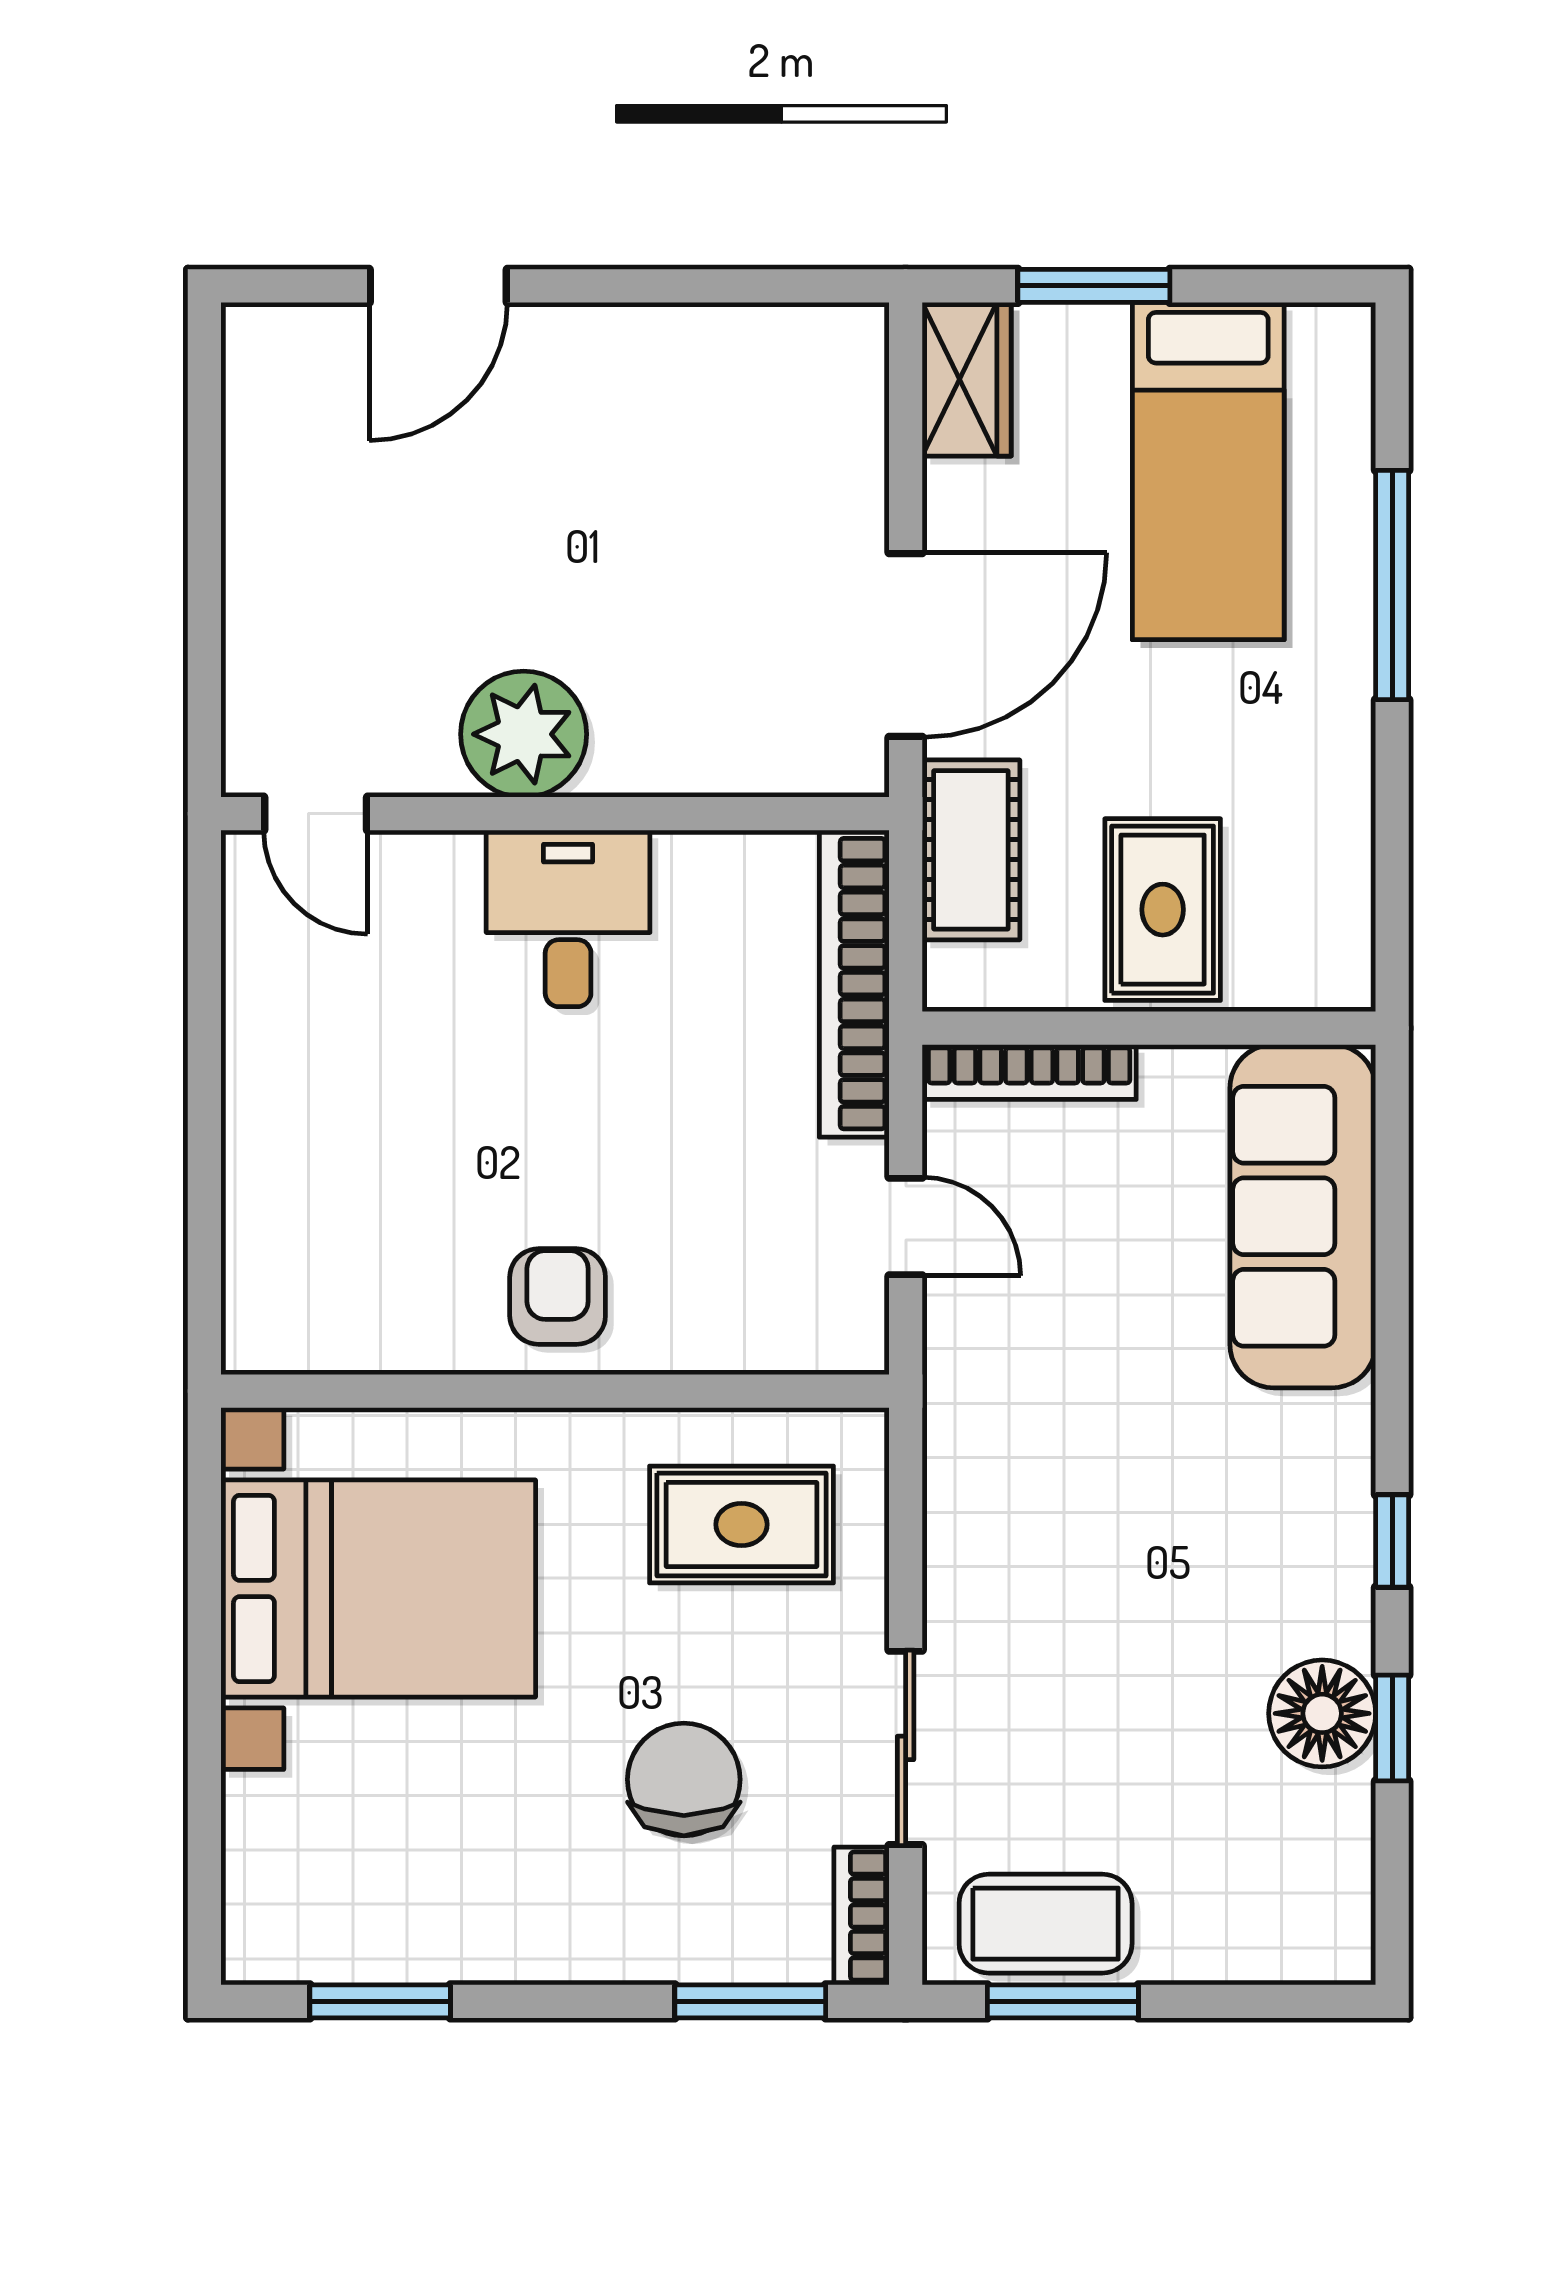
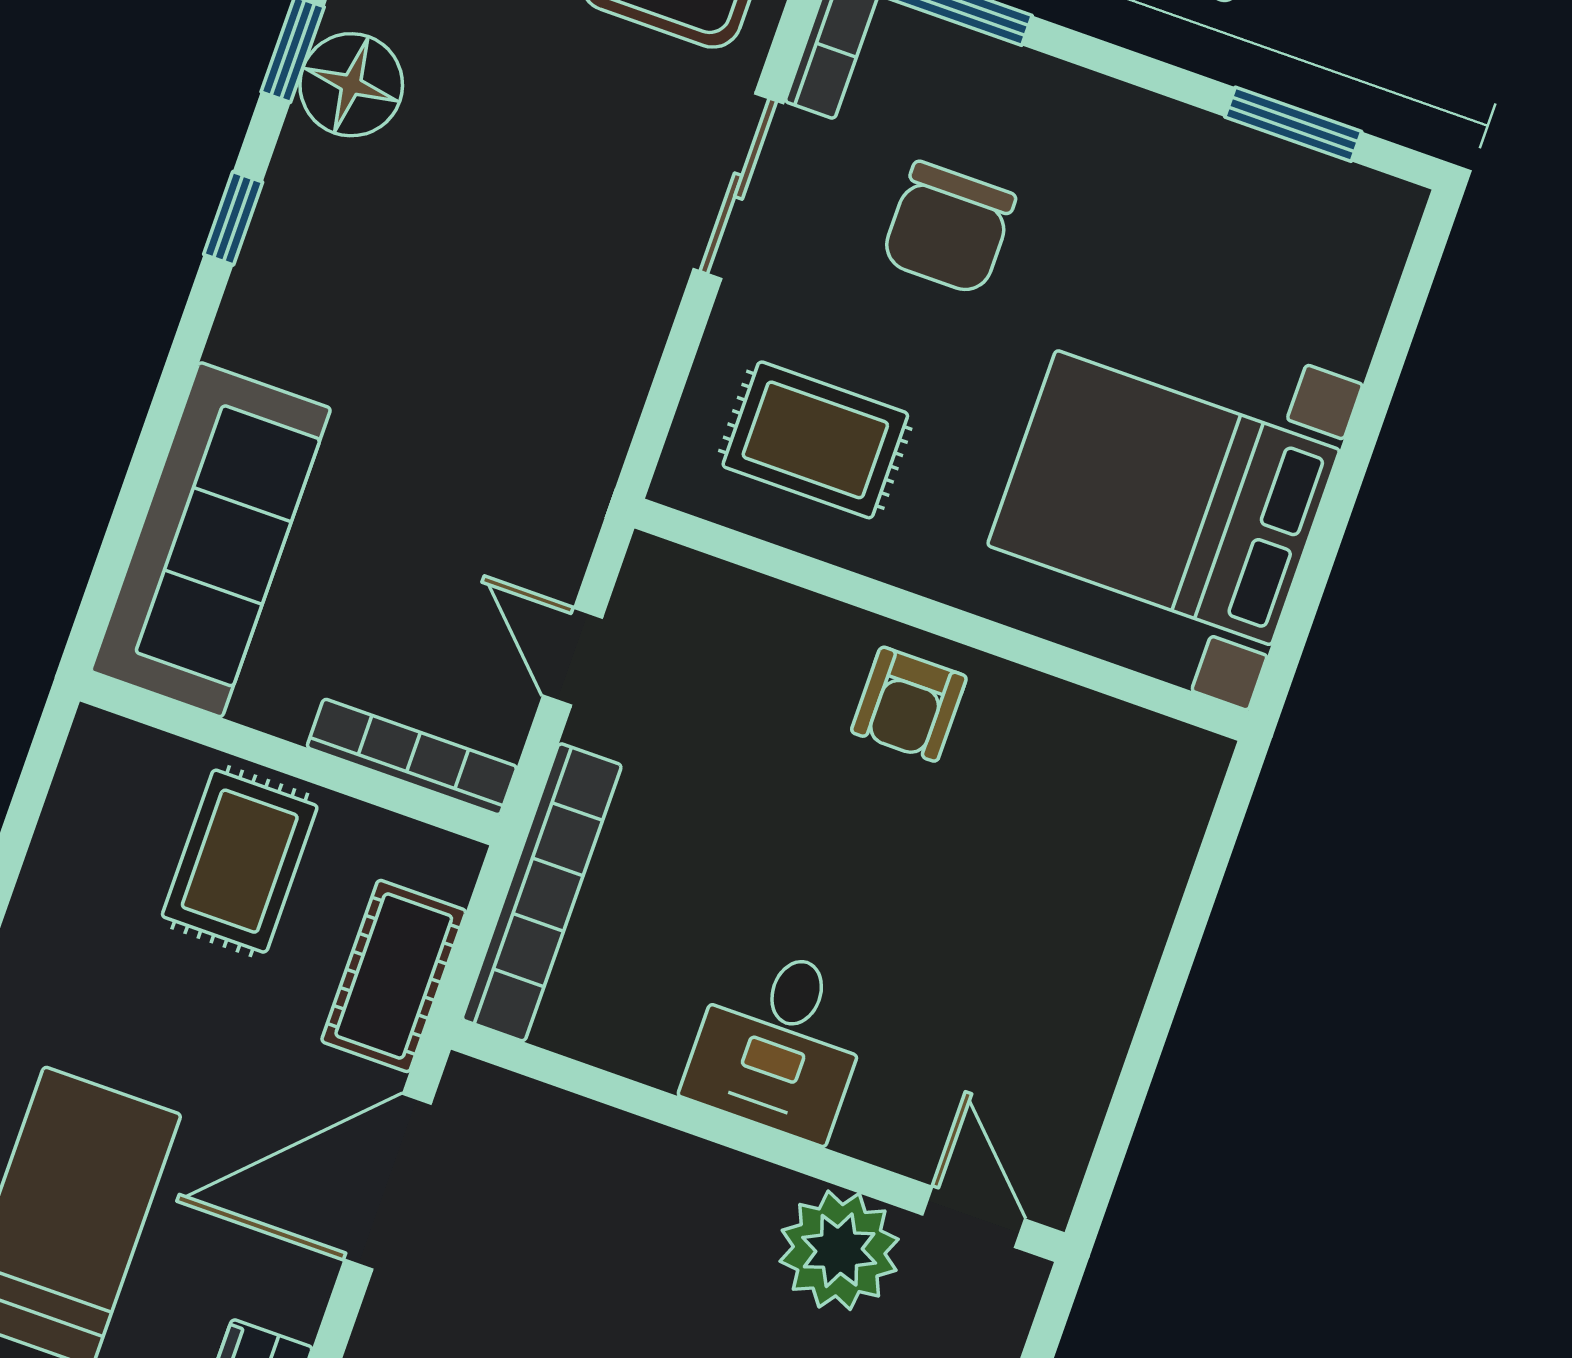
plant: (524, 734) -> (839, 1250), moved

